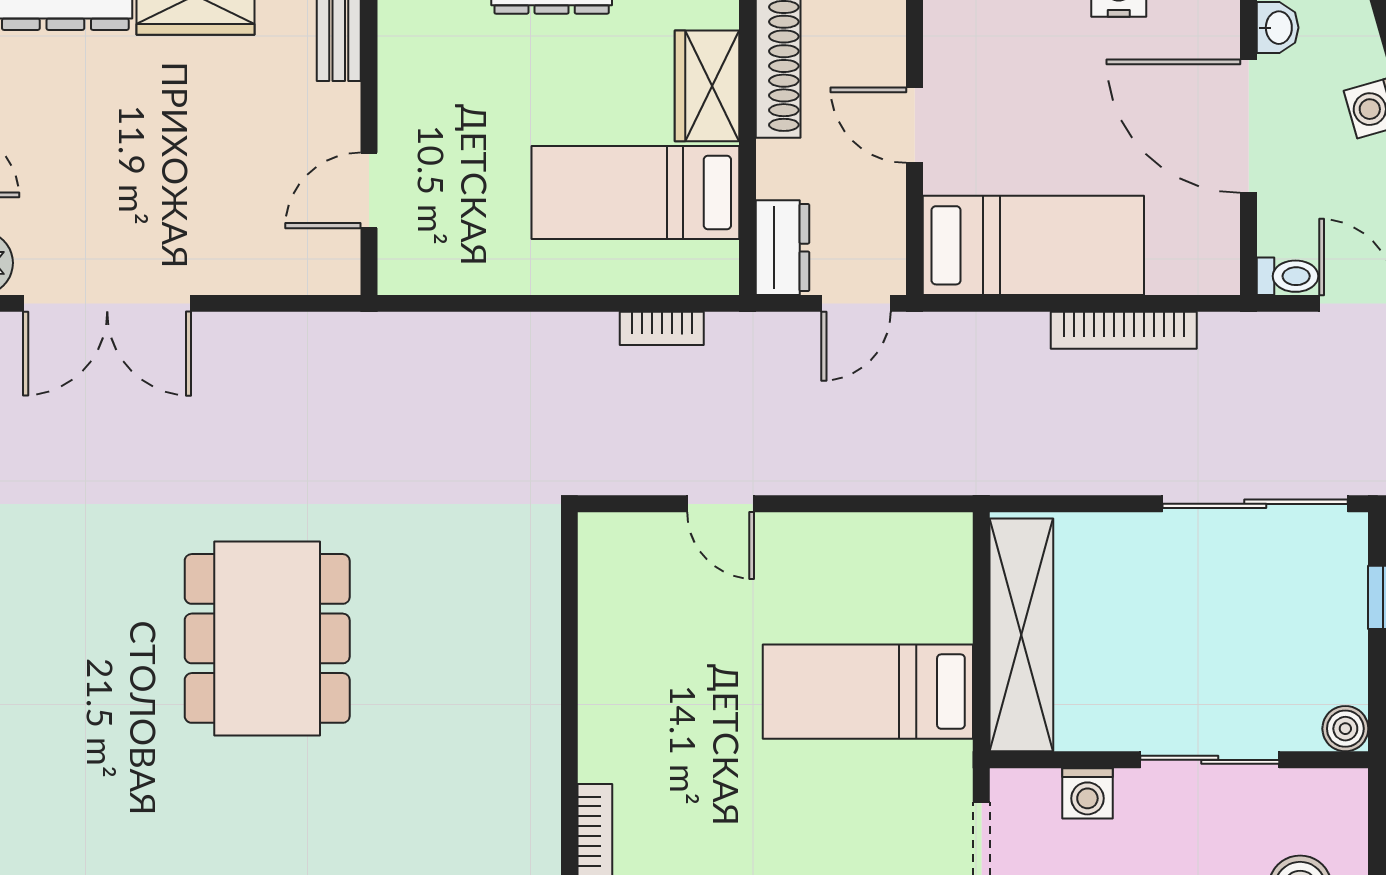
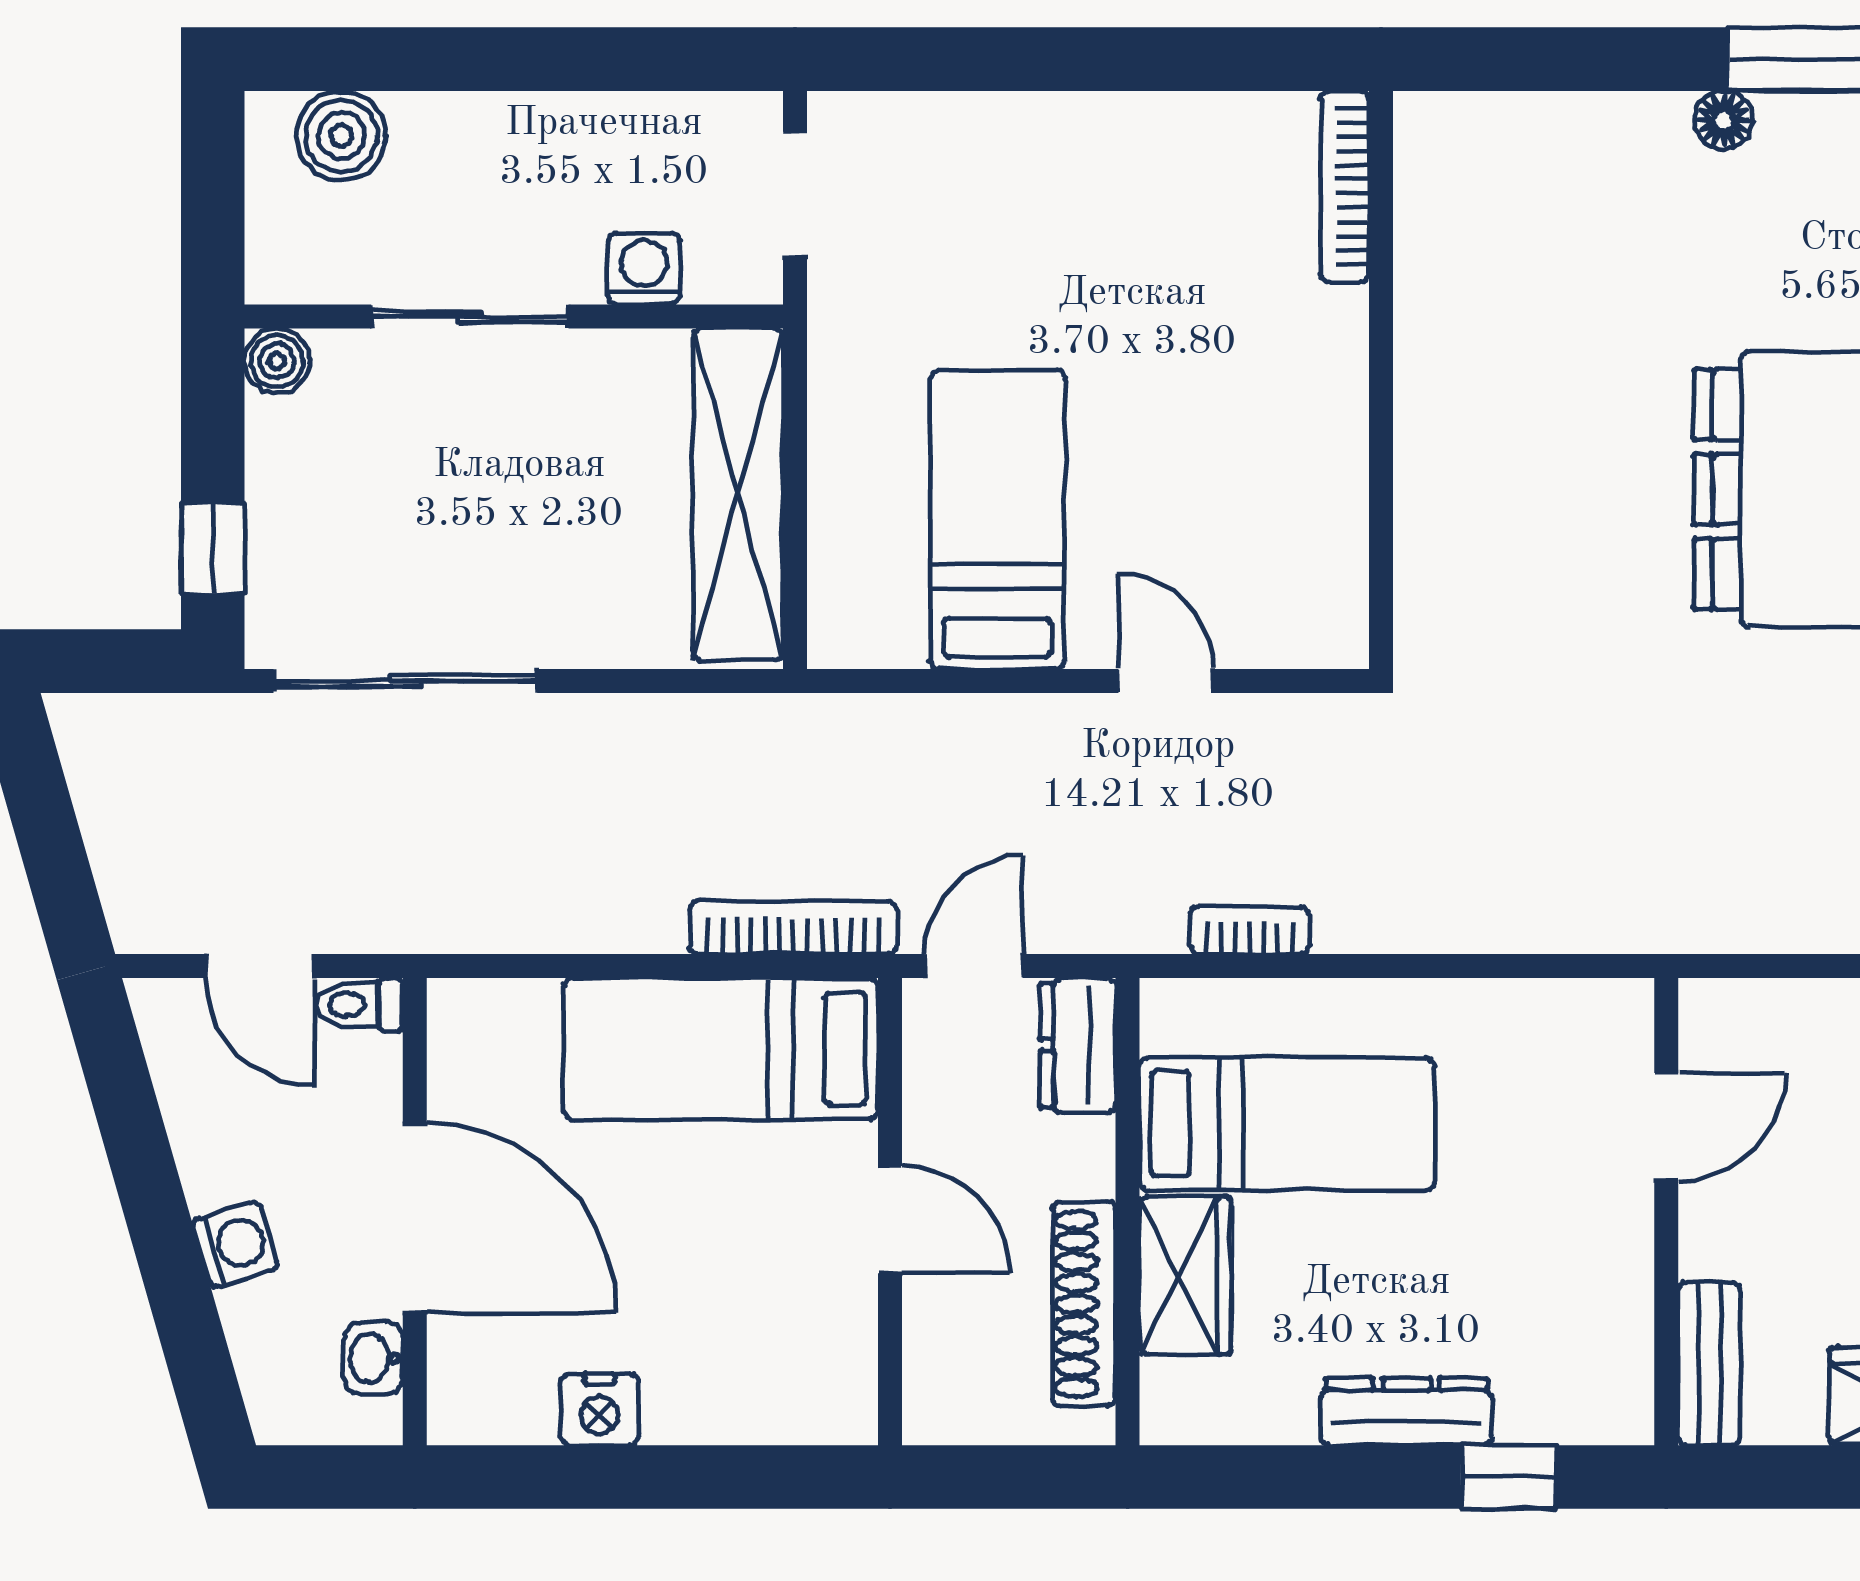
bookcase: (1124, 330) -> (793, 928), moved
bed: (868, 692) -> (997, 520), moved, turned -90

